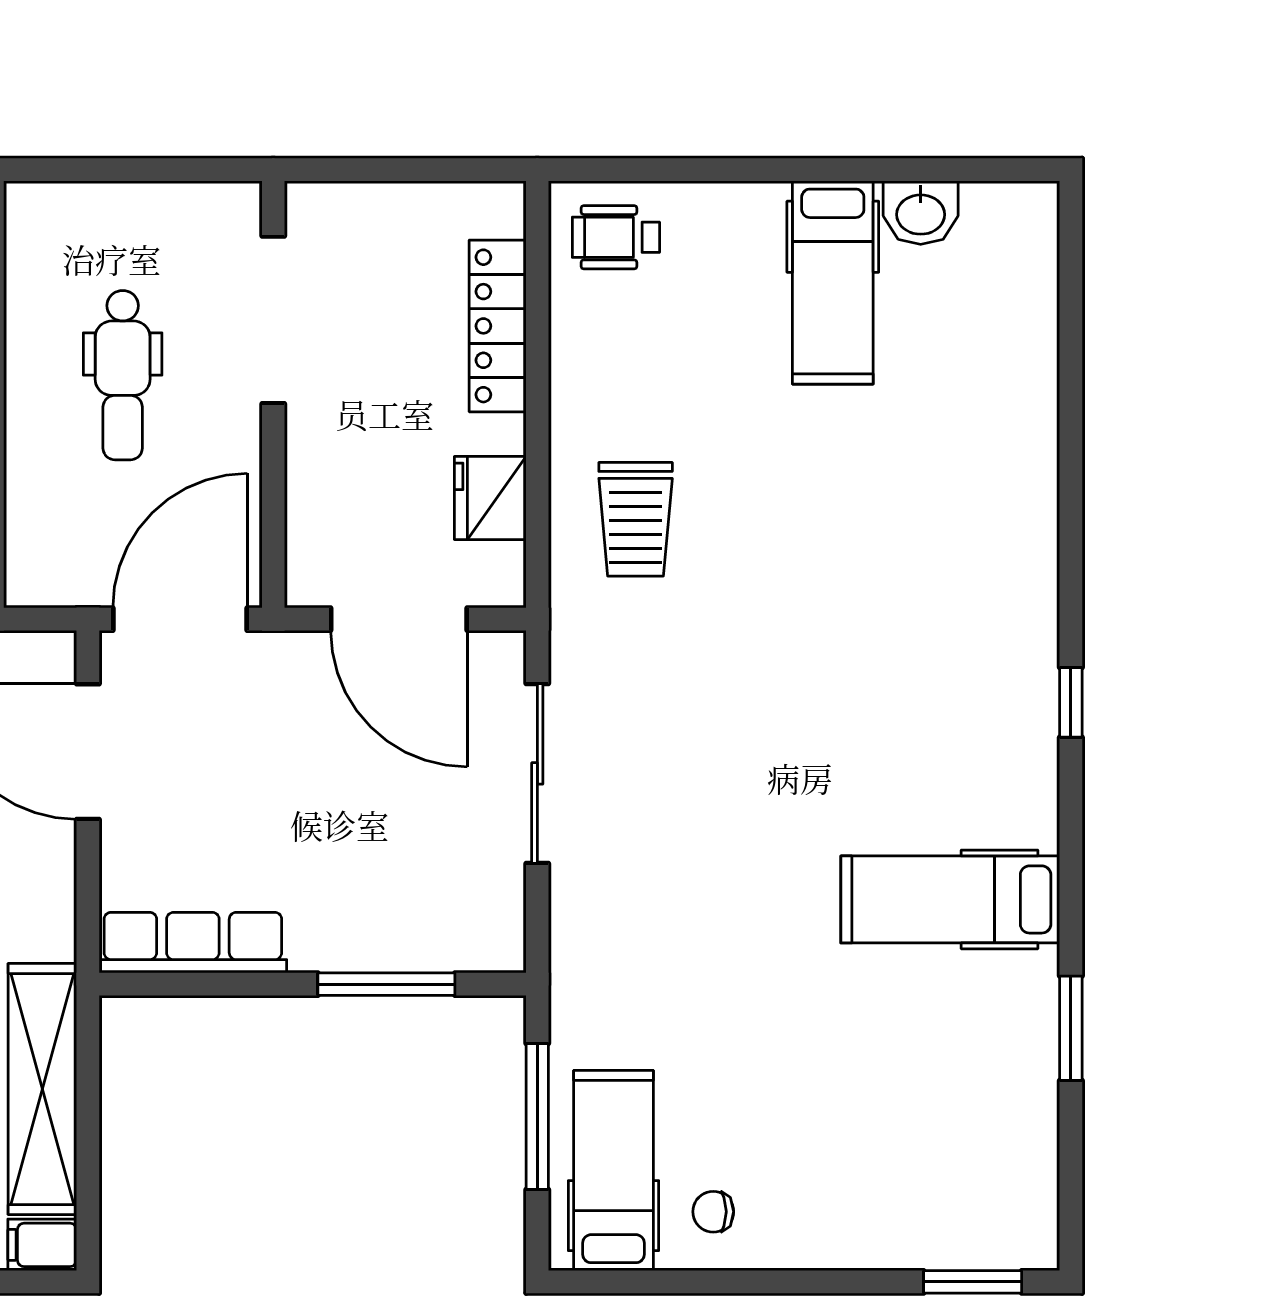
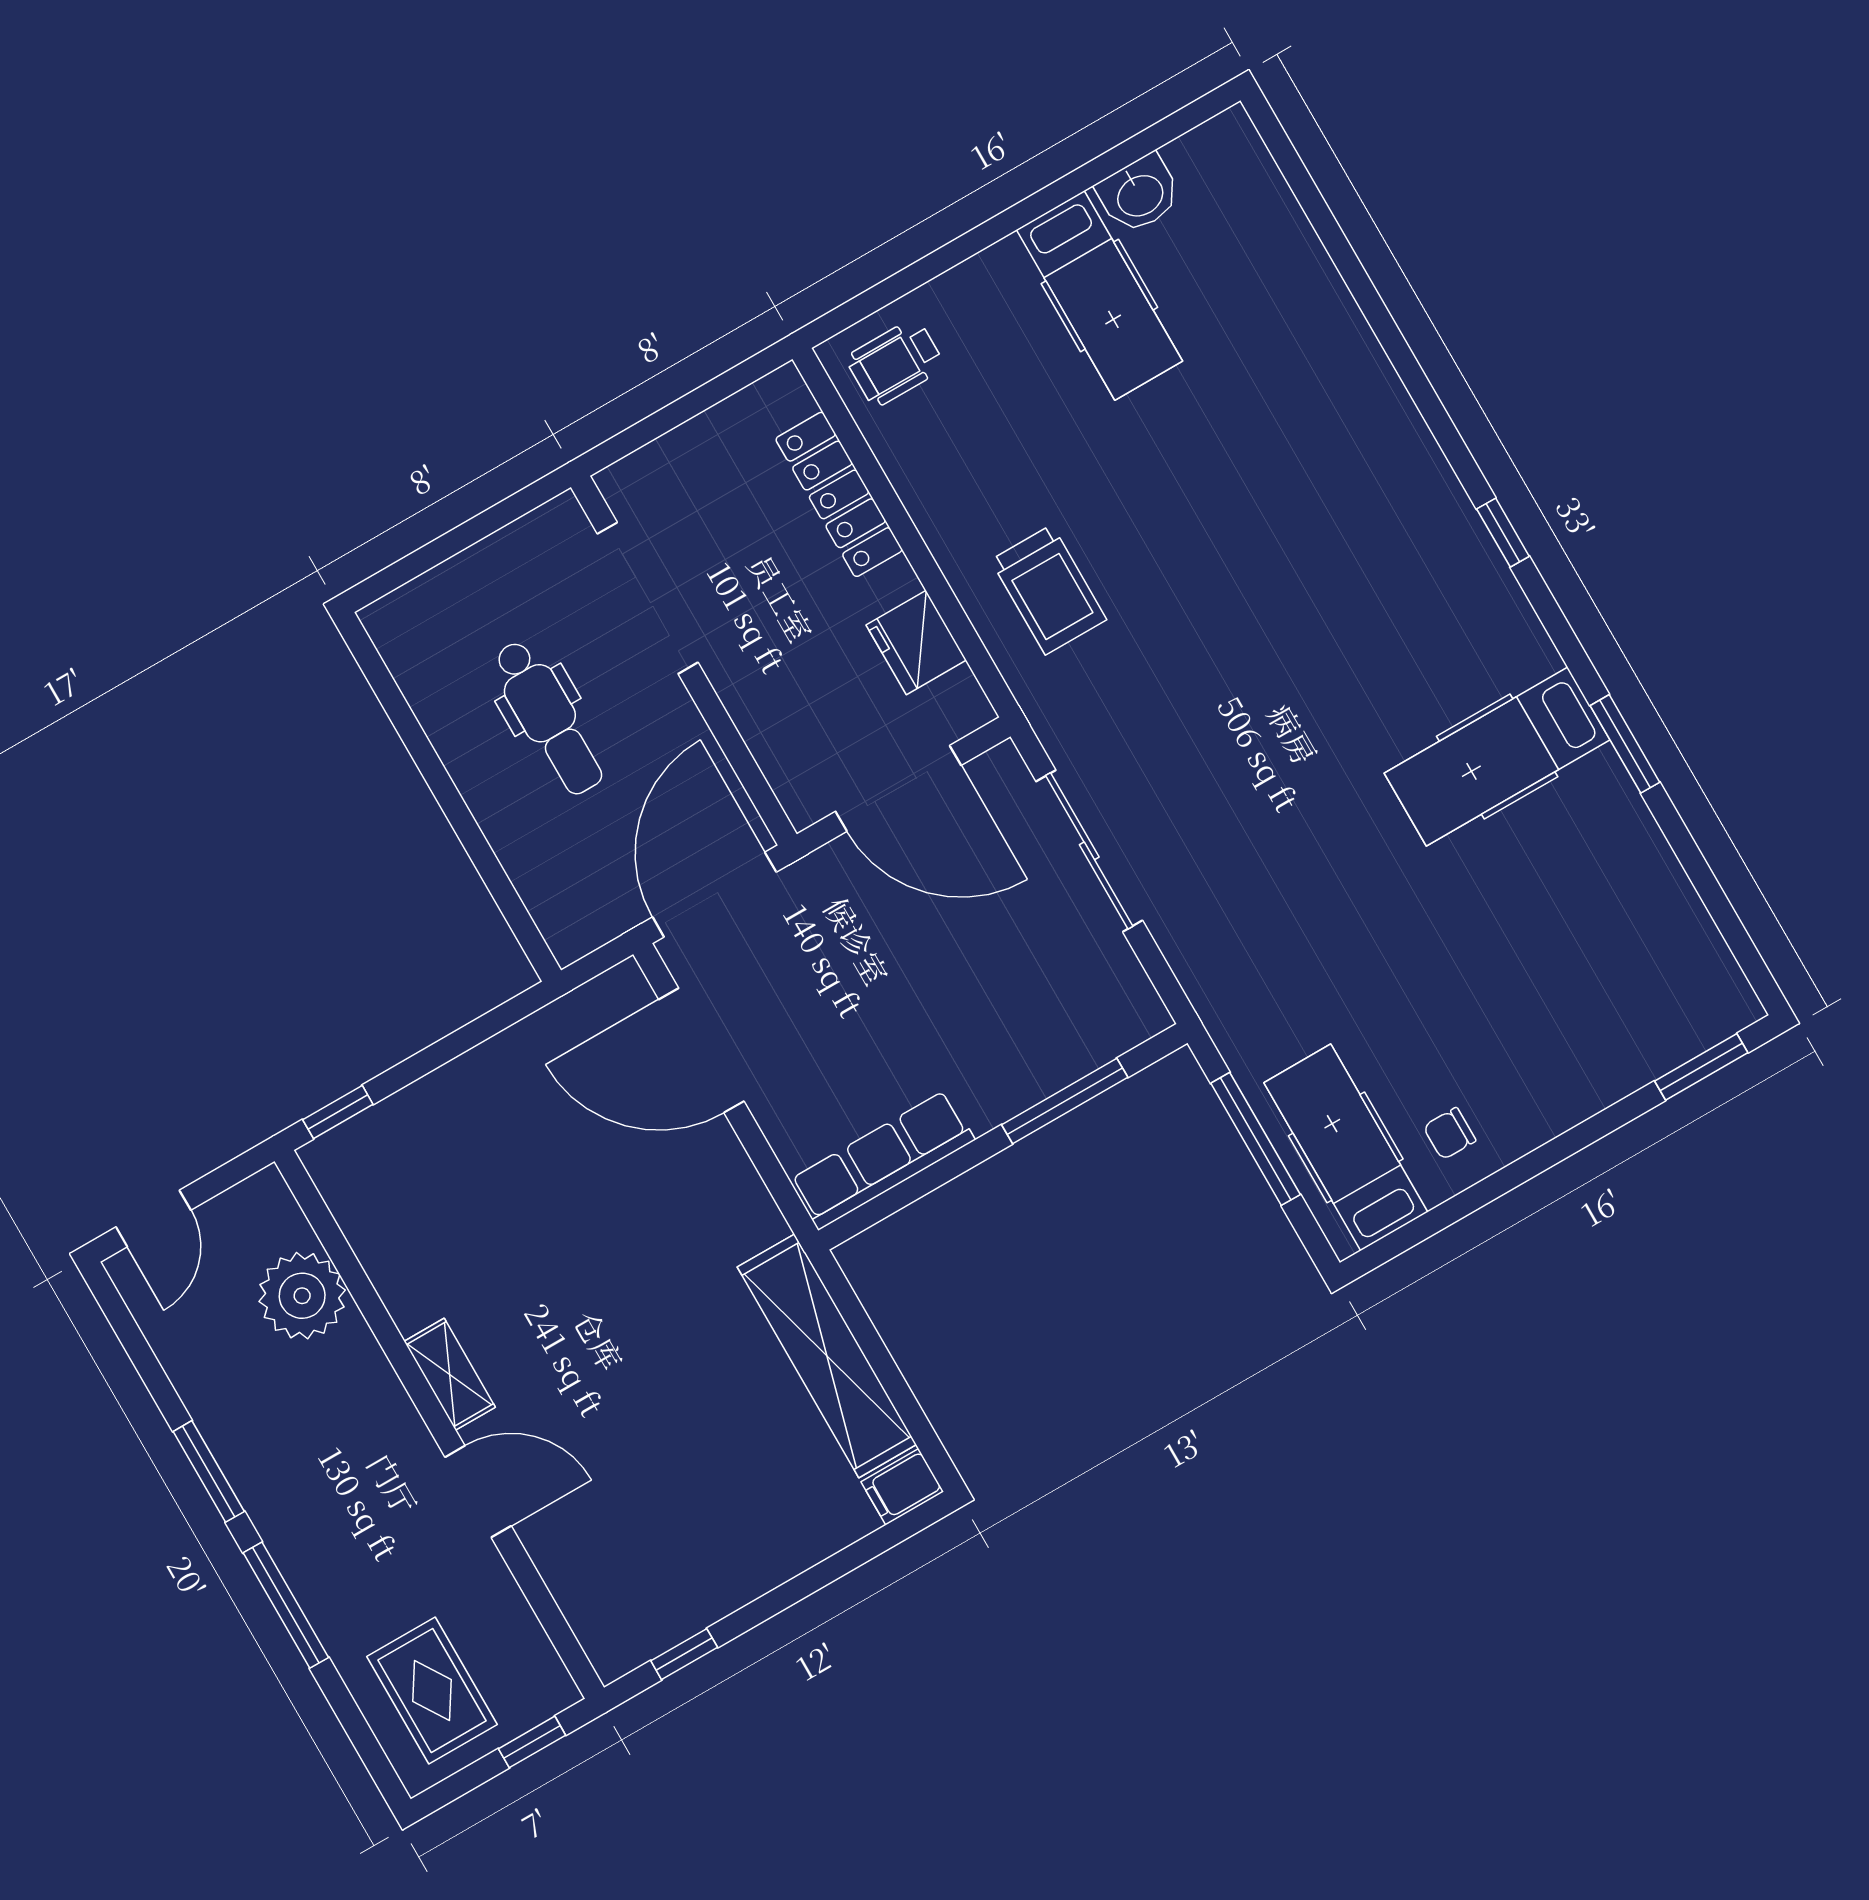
window: (1071, 1028) -> (1625, 744), moved

